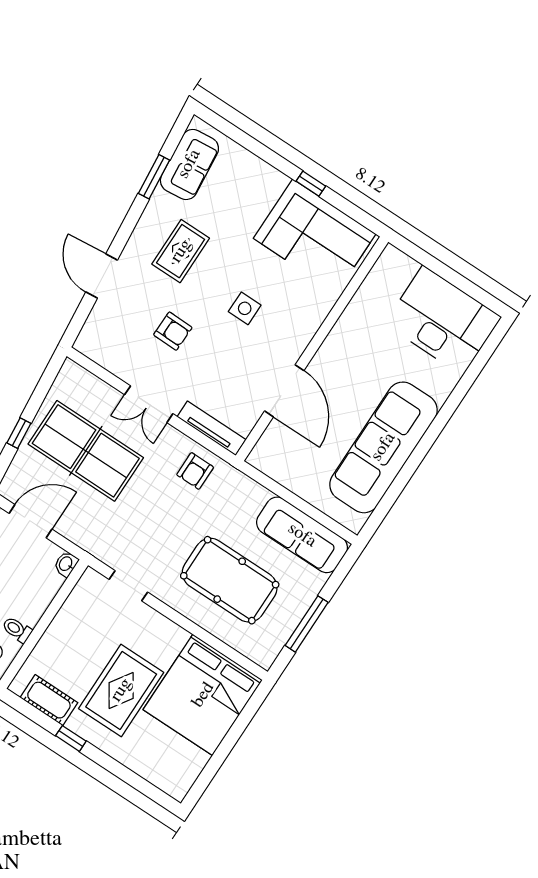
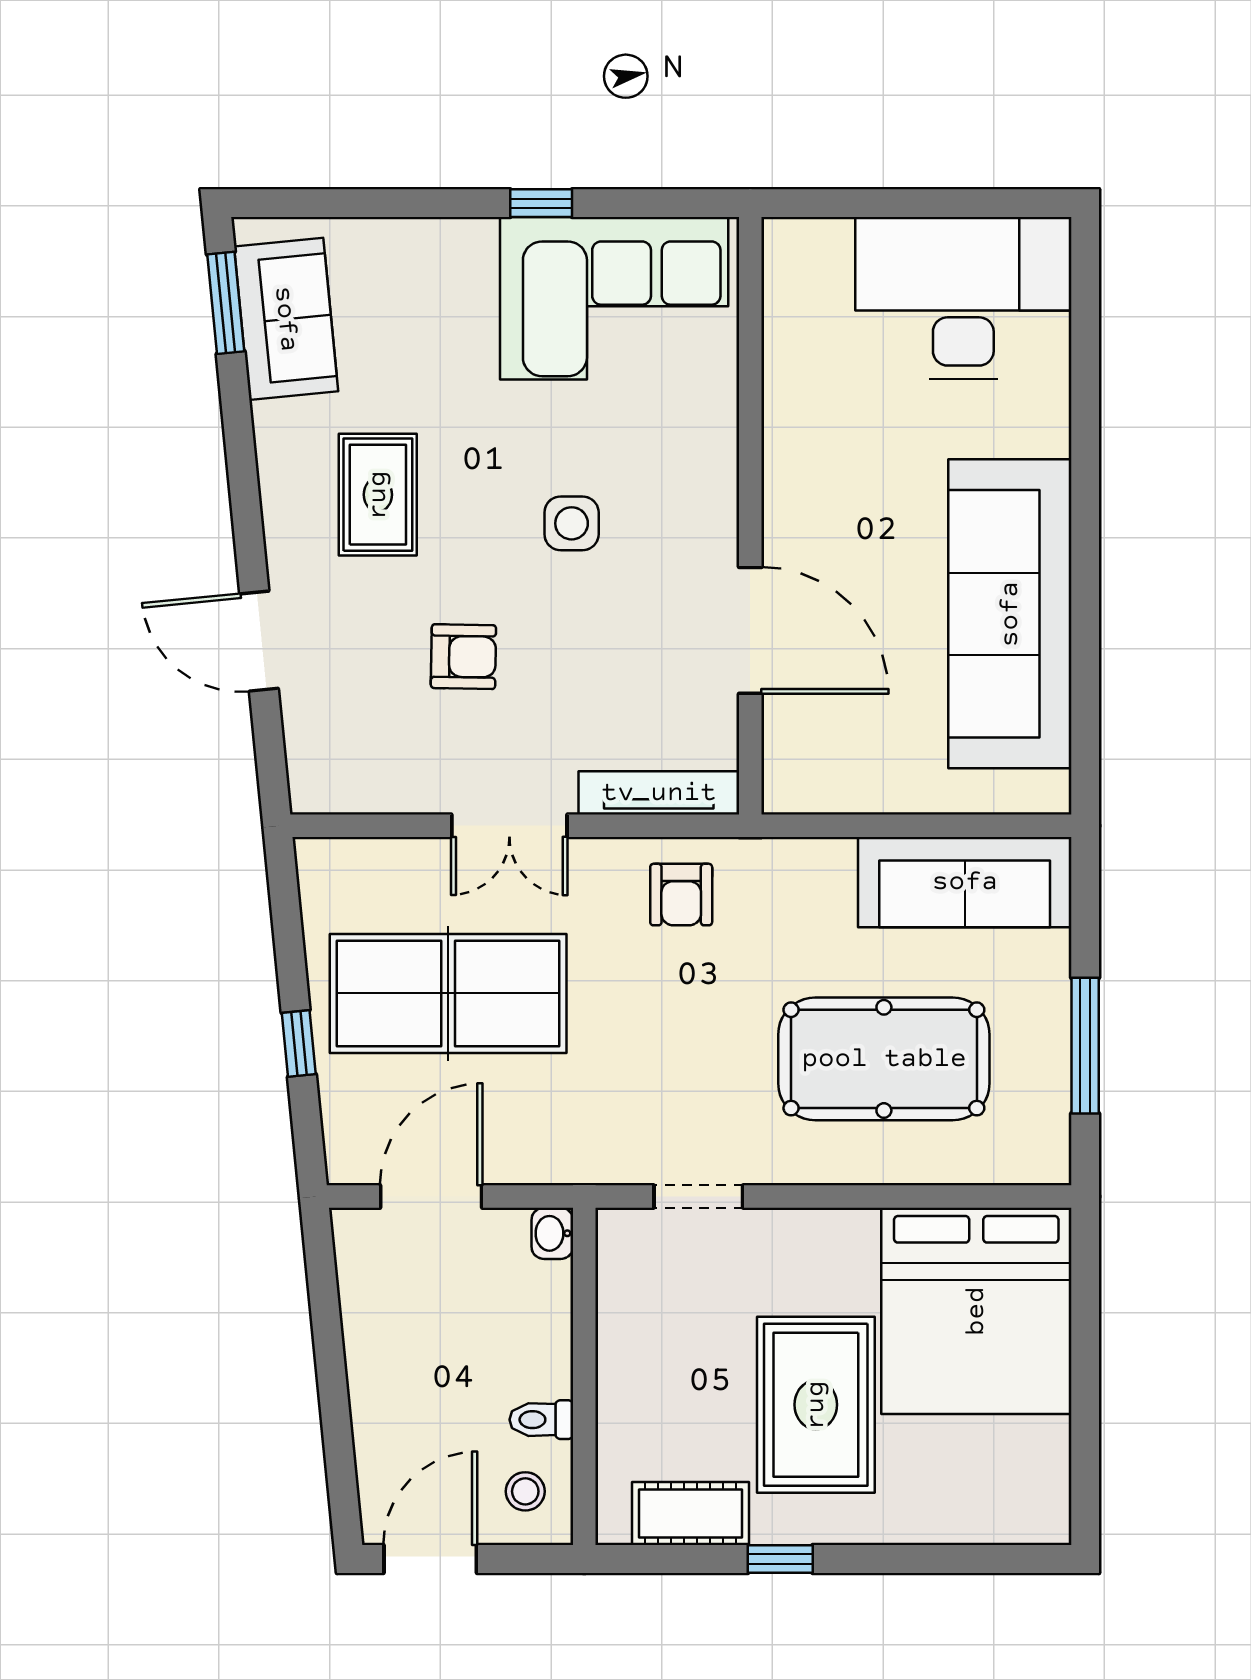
window: (154, 177) -> (226, 303), moved

